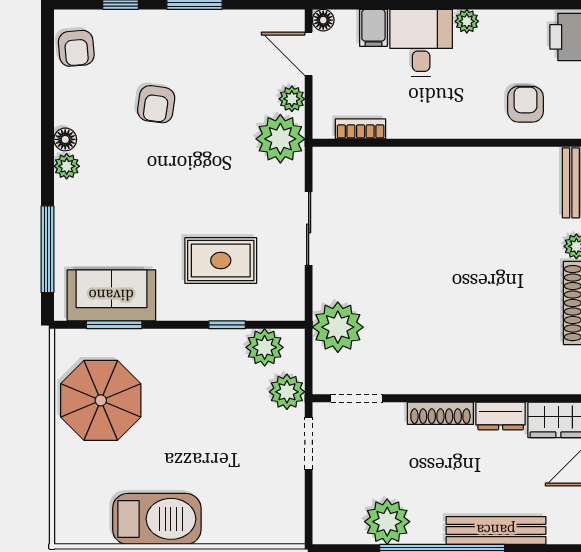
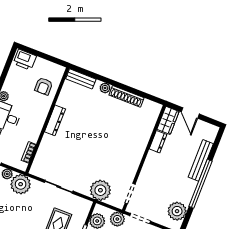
armchair: (525, 104) -> (44, 86), turned -90
dresser: (458, 161) -> (55, 120), added
shoe rack: (440, 413) -> (148, 164), removed
plant: (387, 522) -> (177, 211), moved

